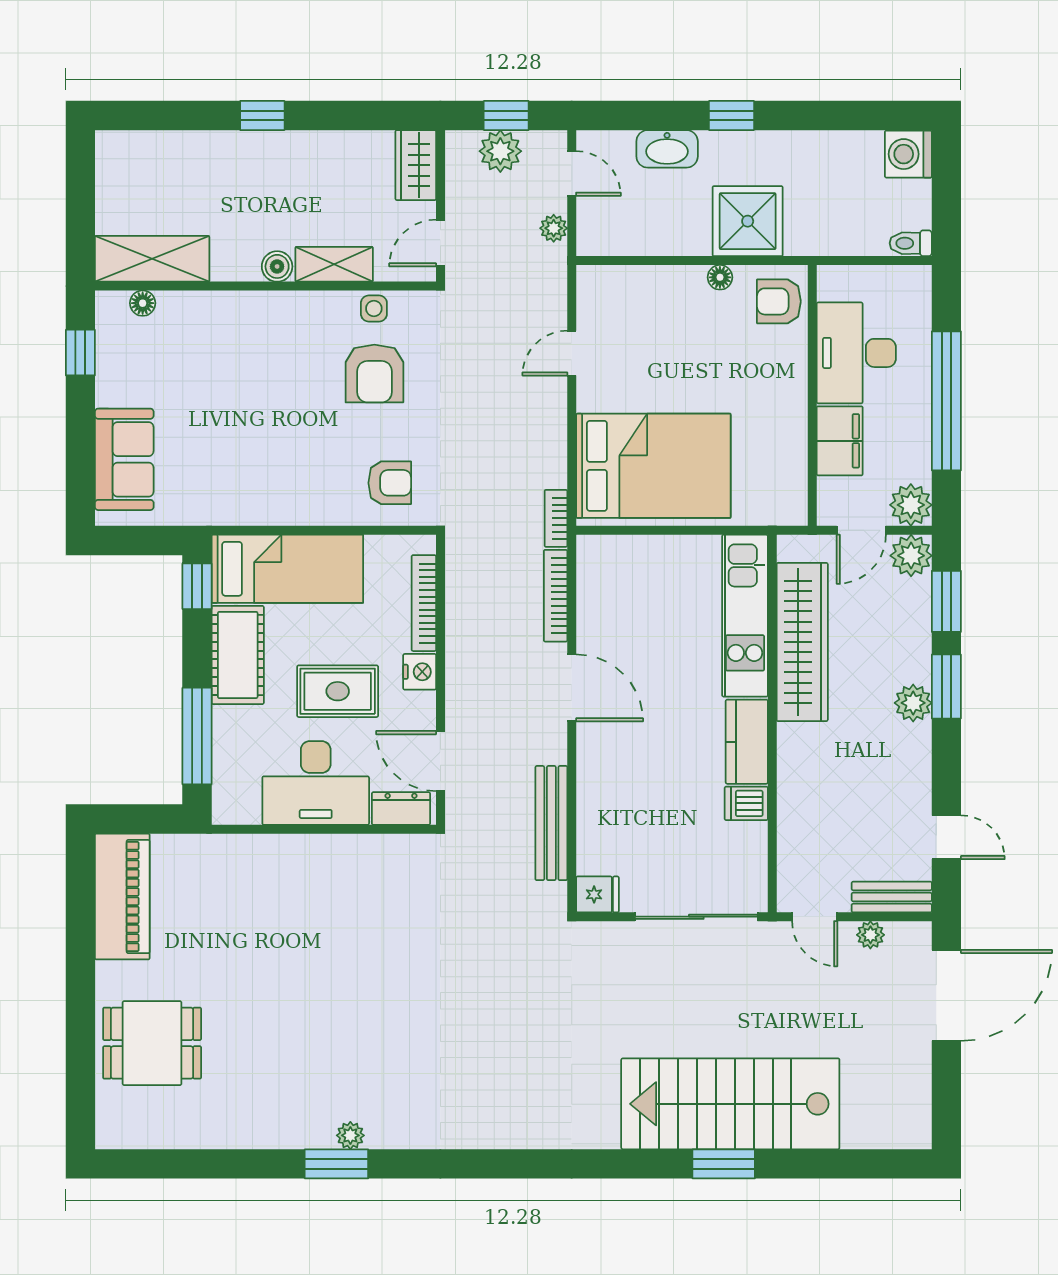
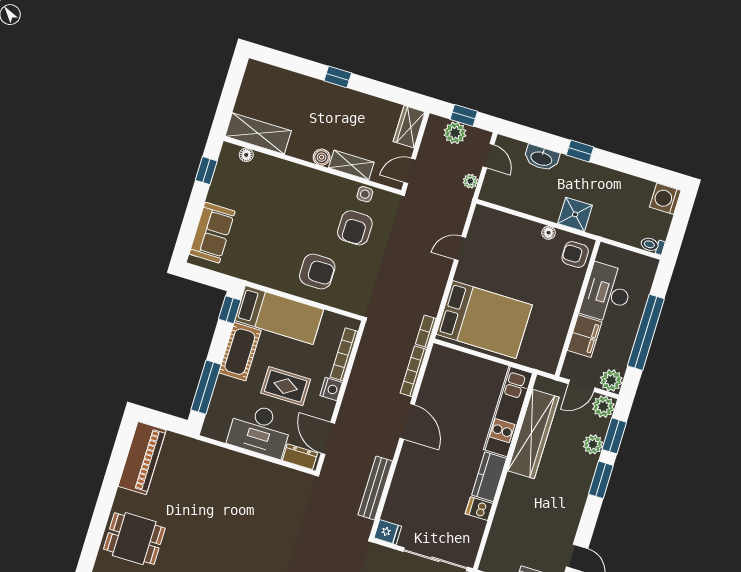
shower: (748, 221) -> (575, 214), width x0.73, depth x0.73
armchair: (390, 483) -> (317, 271), moved, width x1.38, depth x1.38
plant: (913, 703) -> (593, 444), moved

